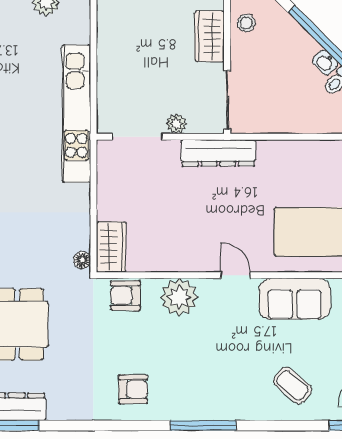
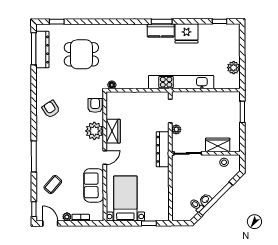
wardrobe: (111, 247) -> (113, 131), moved, turned -90
armchair: (133, 389) -> (51, 109), turned 147
window: (203, 425) -> (34, 156), moved

